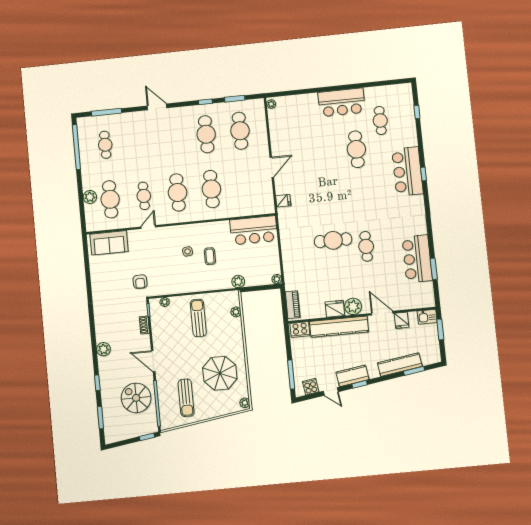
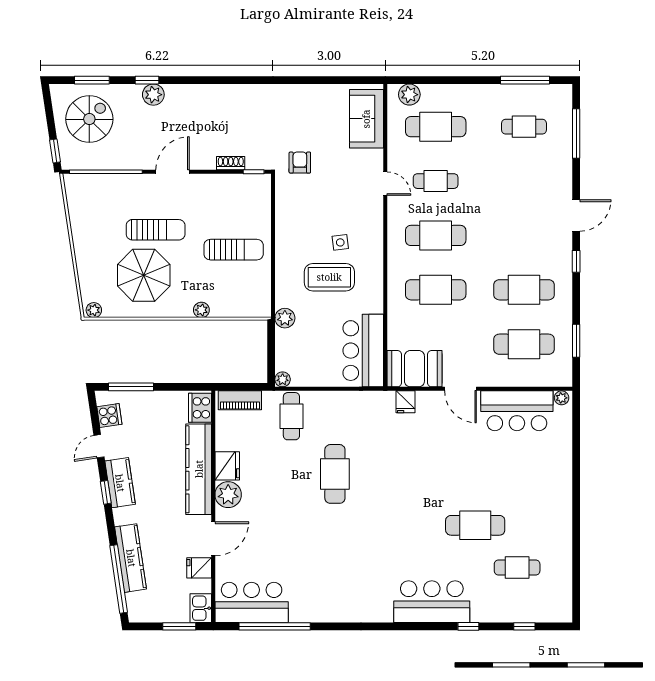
window: (205, 102) -> (576, 261), moved
bar counter: (342, 102) -> (517, 411), moved, turned -90
window: (76, 147) -> (525, 80), width x0.68
window: (424, 174) -> (468, 626), moved
plant: (90, 197) -> (409, 95), moved
booth: (262, 197) -> (414, 369), added
cafe table: (366, 246) -> (291, 416), moved, turned 90
coffee table: (210, 256) -> (329, 277), width x1.86, depth x1.72
bar counter: (417, 259) -> (252, 602), moved
window: (434, 269) -> (275, 626), width x2.11
armchair: (140, 282) -> (300, 163), turned 90
plant: (165, 302) -> (264, 199), removed
plant: (236, 312) -> (201, 310), moved
plant: (103, 349) -> (153, 95), moved
window: (414, 371) -> (119, 579), width x2.11
spiral stairs: (136, 398) -> (89, 119), moved
sun lounger: (186, 398) -> (156, 230), moved, turned 180

